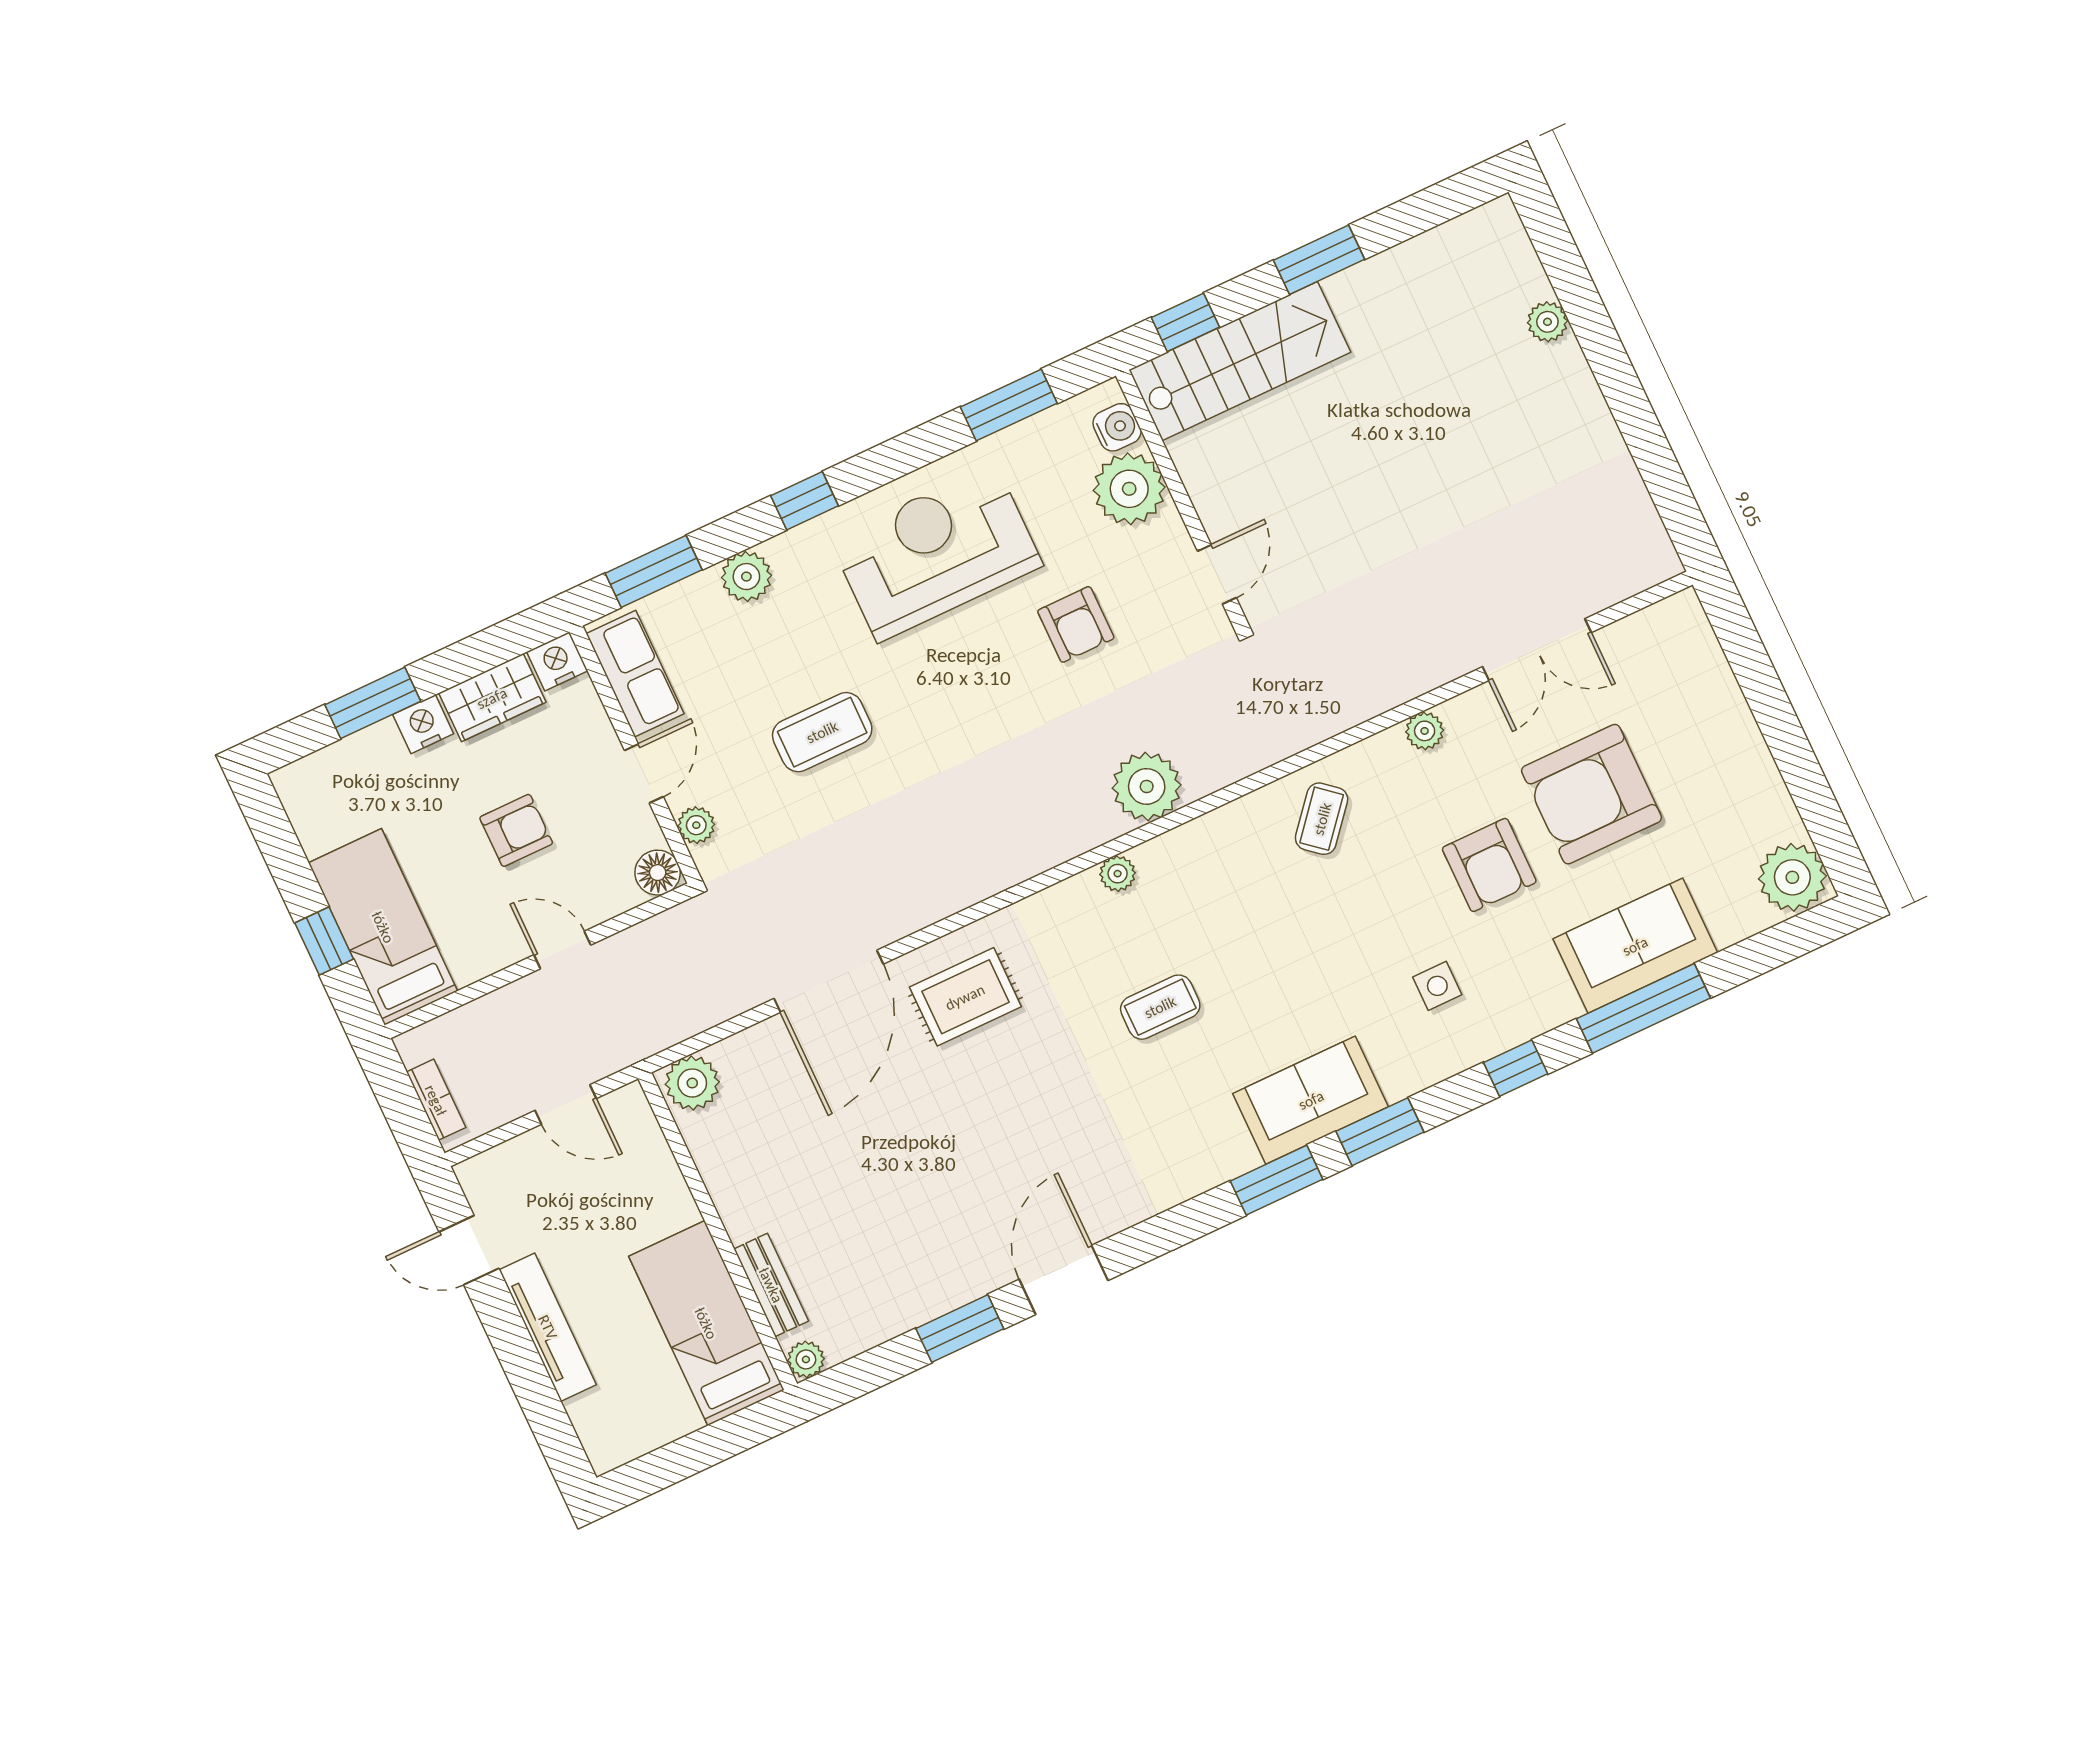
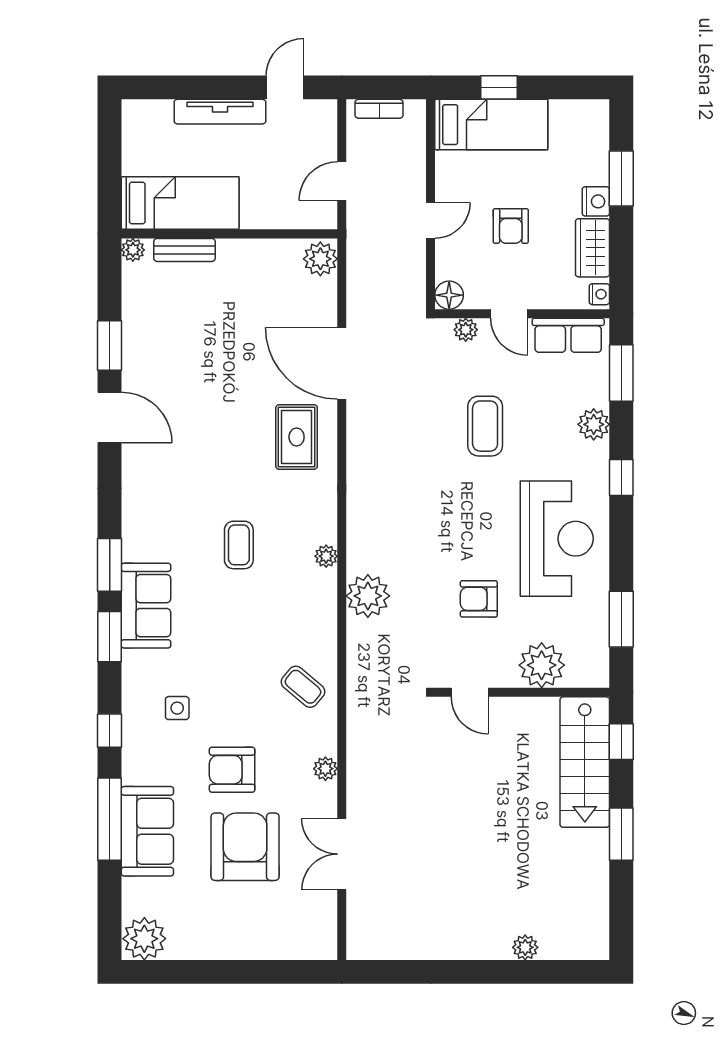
water cooler: (1117, 427) -> (580, 675), removed
nightstand: (557, 661) -> (599, 294), width x0.72, depth x0.74

